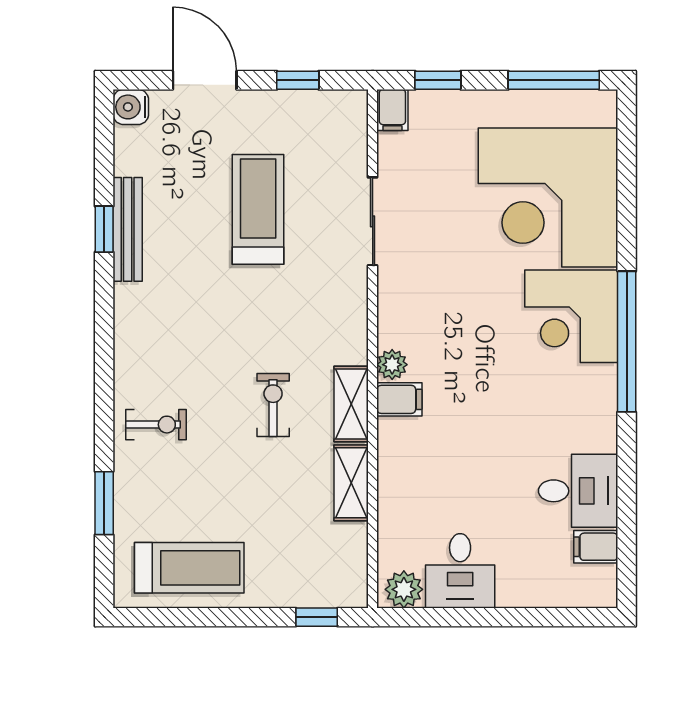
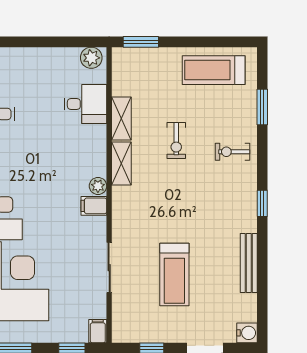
window: (104, 229) -> (262, 203), moved
filing cabinet: (399, 399) -> (94, 206), moved
exercise bike: (273, 405) -> (176, 141), moved
desk: (460, 571) -> (85, 104), moved, turned 90
window: (317, 617) -> (141, 42), width x1.50

